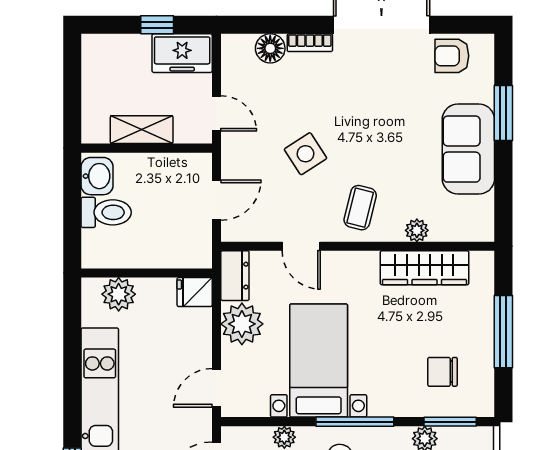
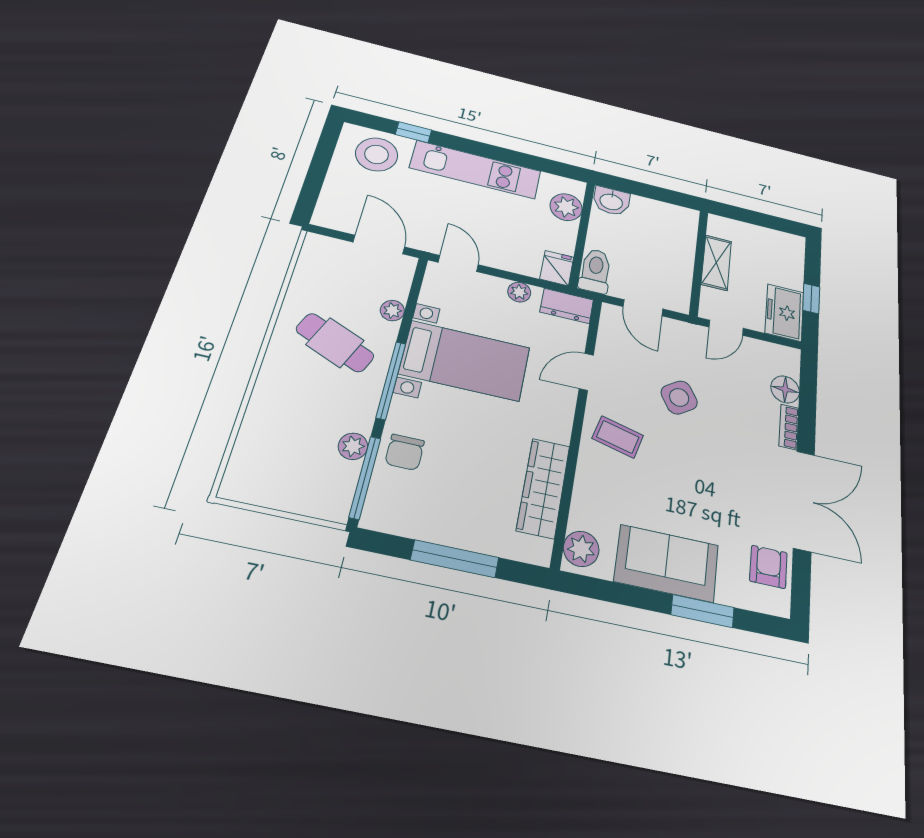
washbasin: (97, 176) -> (611, 201), moved
toilet: (106, 212) -> (595, 271), moved, turned 180
plant: (417, 230) -> (581, 549), moved, width x1.38, depth x1.38
plant: (242, 324) -> (519, 292), width x0.53, depth x0.53
chair: (443, 372) -> (405, 452), moved, turned 180
window: (450, 422) -> (365, 477), width x1.44

